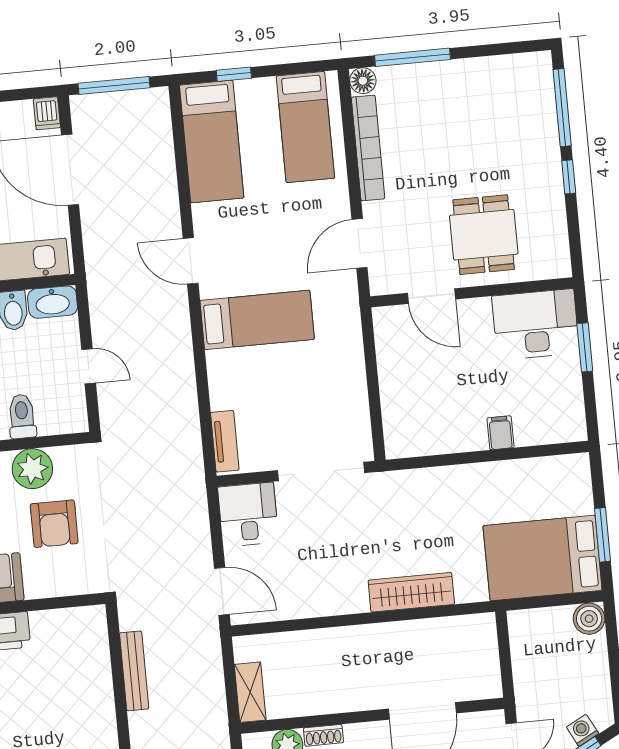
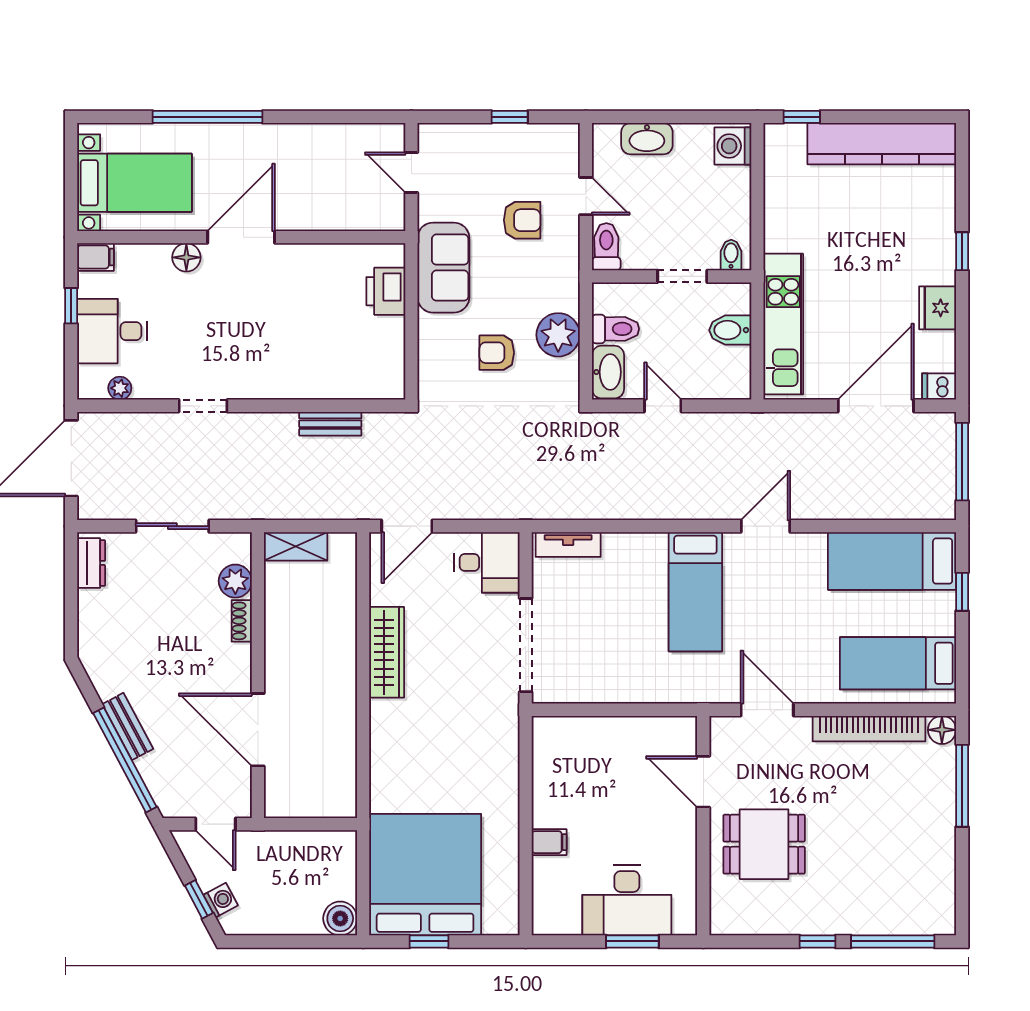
door: (431, 296) -> (703, 782), hinge flipped
washbasin: (53, 302) -> (608, 372), moved, turned 180
desk: (536, 324) -> (627, 900), moved, turned 90
door: (89, 366) -> (663, 406), swing flipped
armchair: (54, 524) -> (497, 353), width x0.72, depth x0.72
window: (602, 535) -> (429, 941), width x0.67
bed: (543, 558) -> (425, 875), width x1.36
wardrobe: (411, 592) -> (387, 652), moved
bench: (134, 671) -> (330, 424), width x0.73

